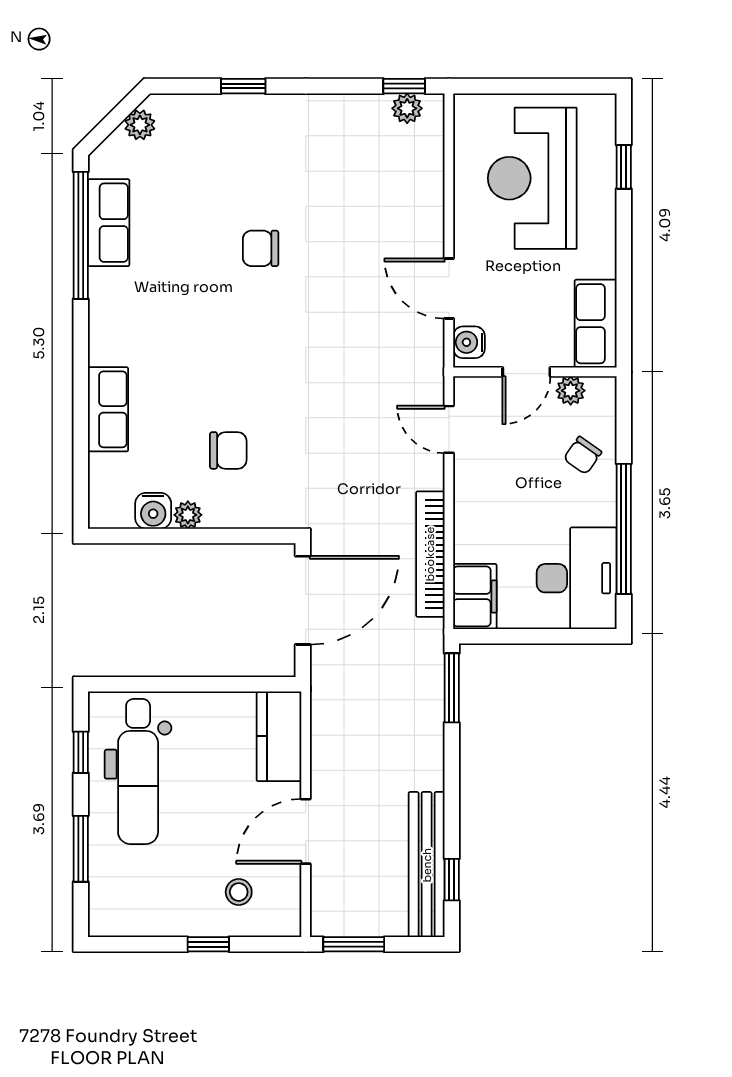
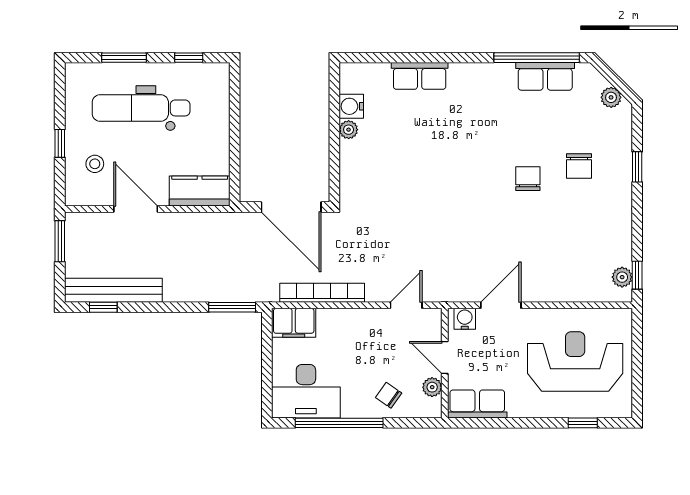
chair: (228, 450) -> (579, 166), moved
dental chair: (138, 771) -> (141, 108), moved

